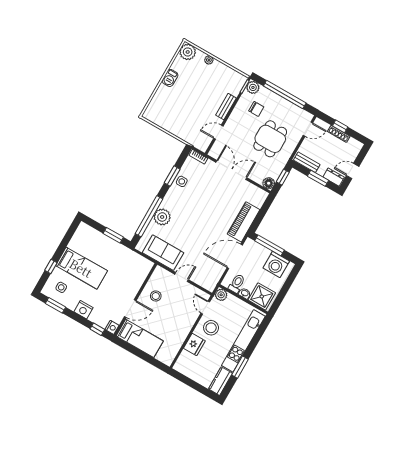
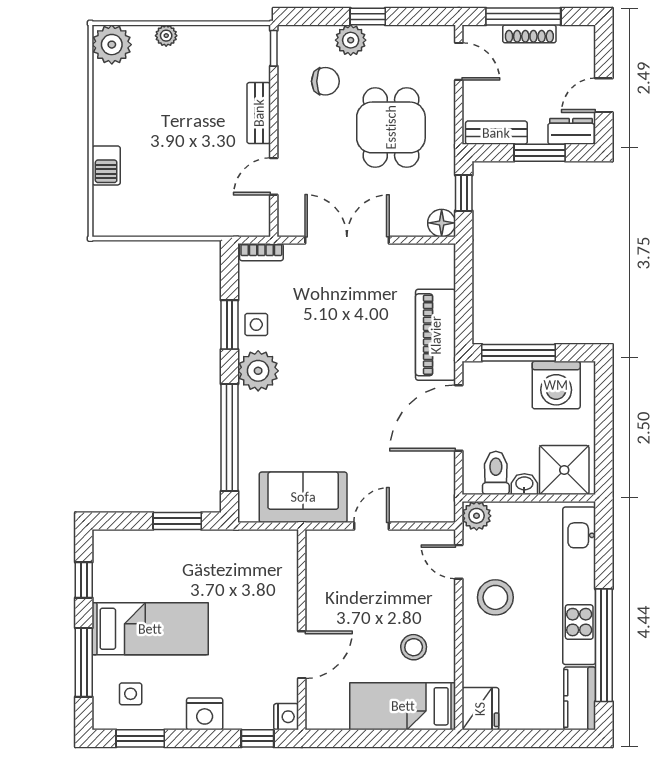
barbecue: (170, 78) -> (106, 165), moved
plant: (253, 87) -> (351, 40), moved
window: (285, 94) -> (368, 17), width x0.32
window: (340, 126) -> (523, 17), width x2.17
door: (308, 129) -> (459, 61), hinge flipped
plant: (162, 217) -> (258, 371), moved
window: (68, 237) -> (84, 580), added
window: (51, 267) -> (84, 662), width x2.17
stool: (156, 296) -> (414, 647), moved
bed: (140, 338) -> (403, 706), moved, turned 180
fridge: (194, 344) -> (480, 709), moved
window: (240, 367) -> (604, 645), width x2.11

